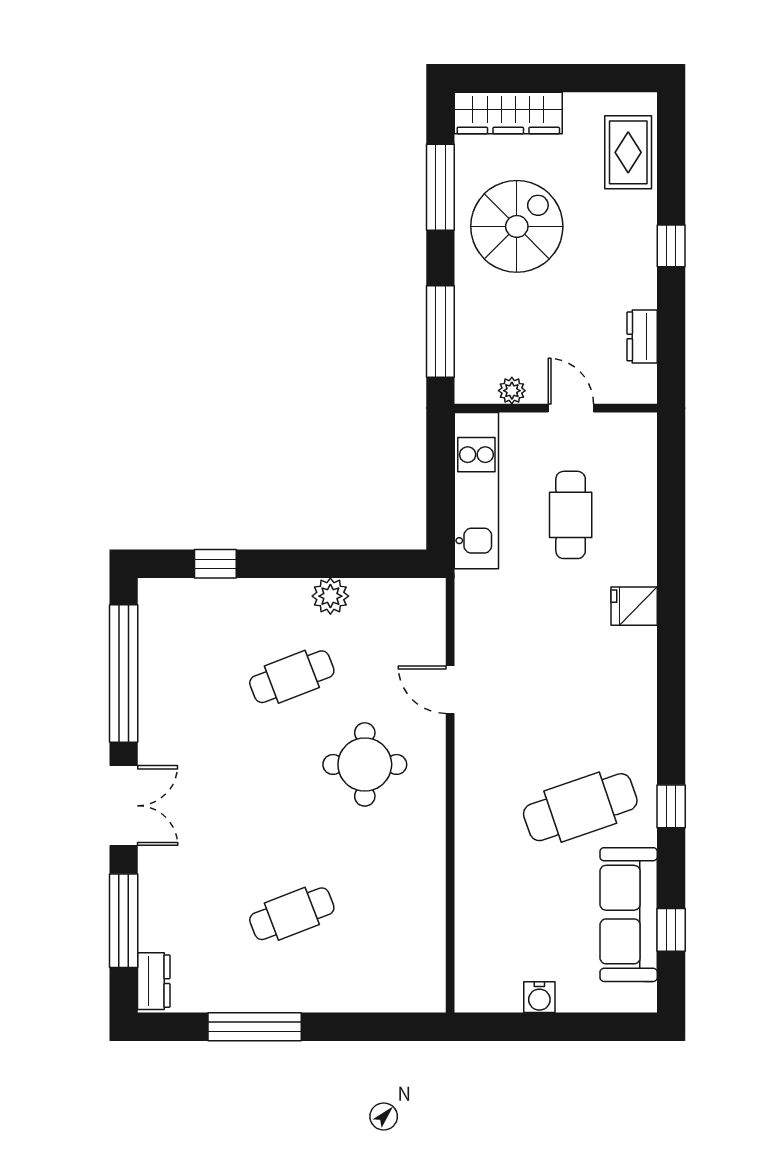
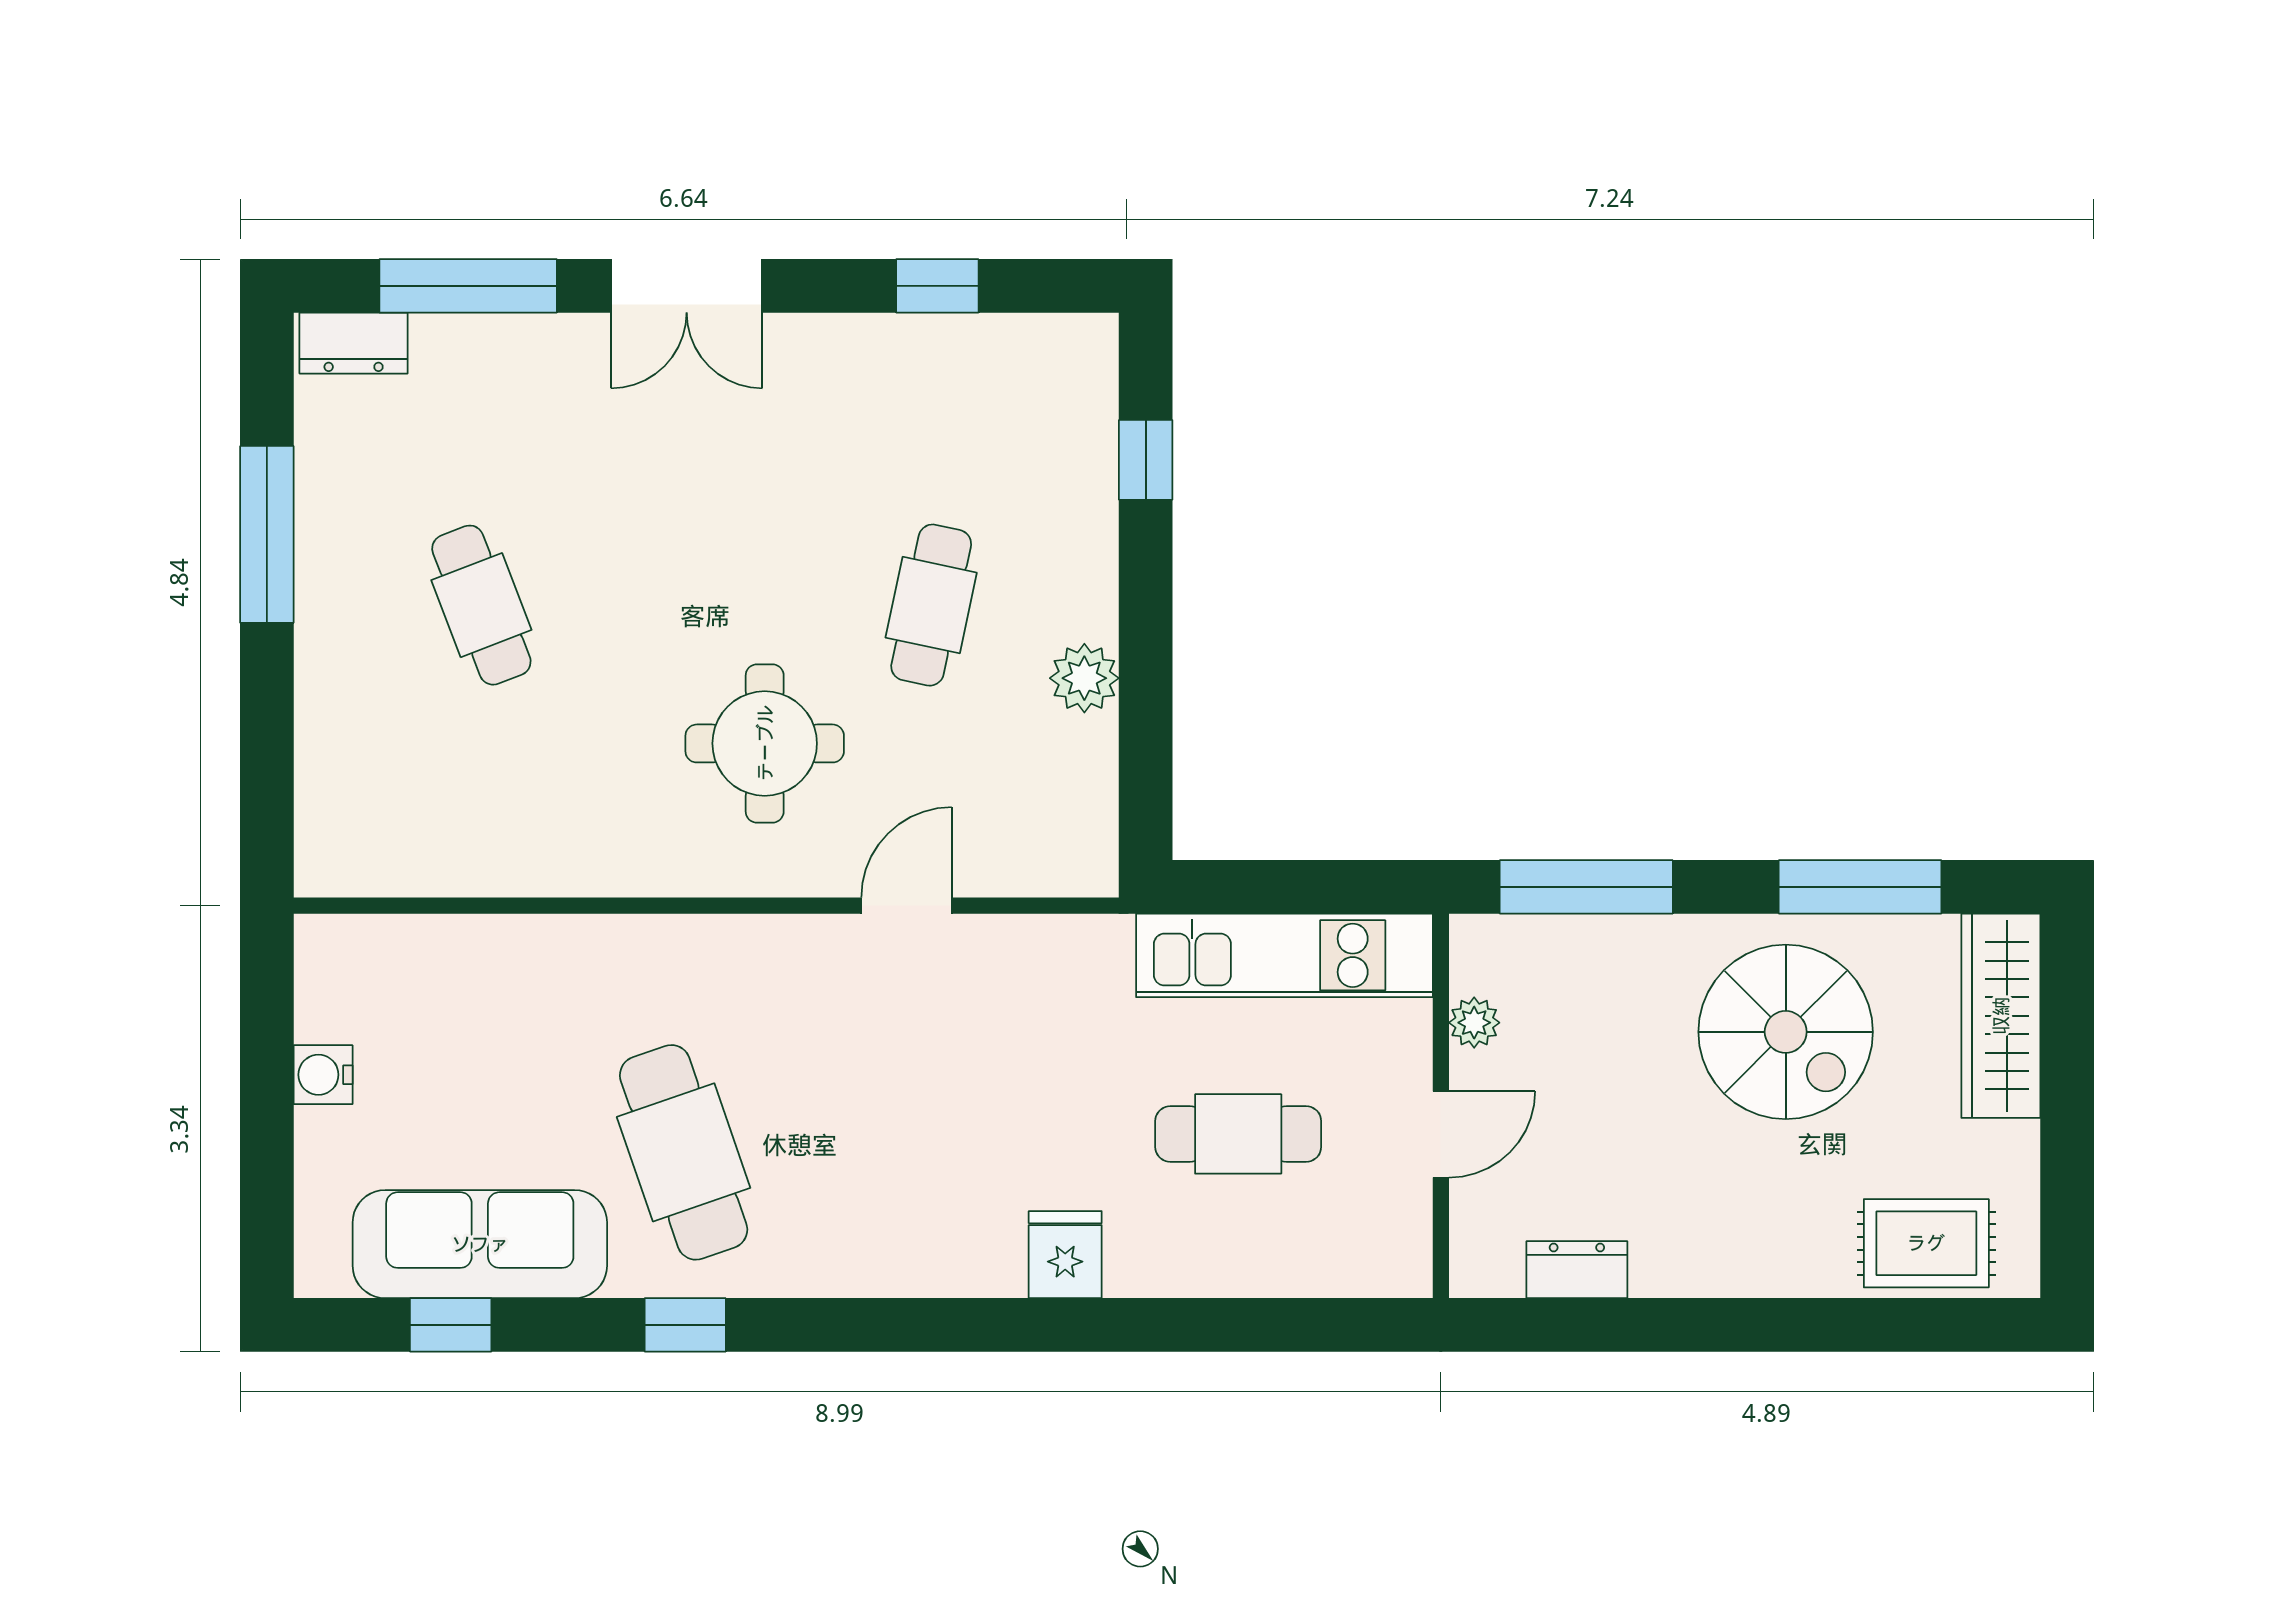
window: (671, 246) -> (1749, 1325), removed
window: (124, 673) -> (937, 286), width x0.32
cafe table: (292, 677) -> (931, 605), turned 33

